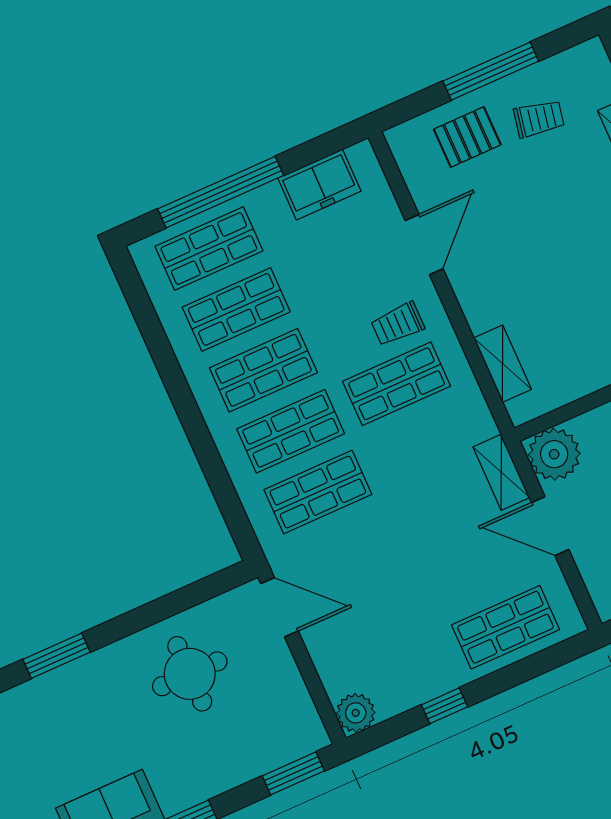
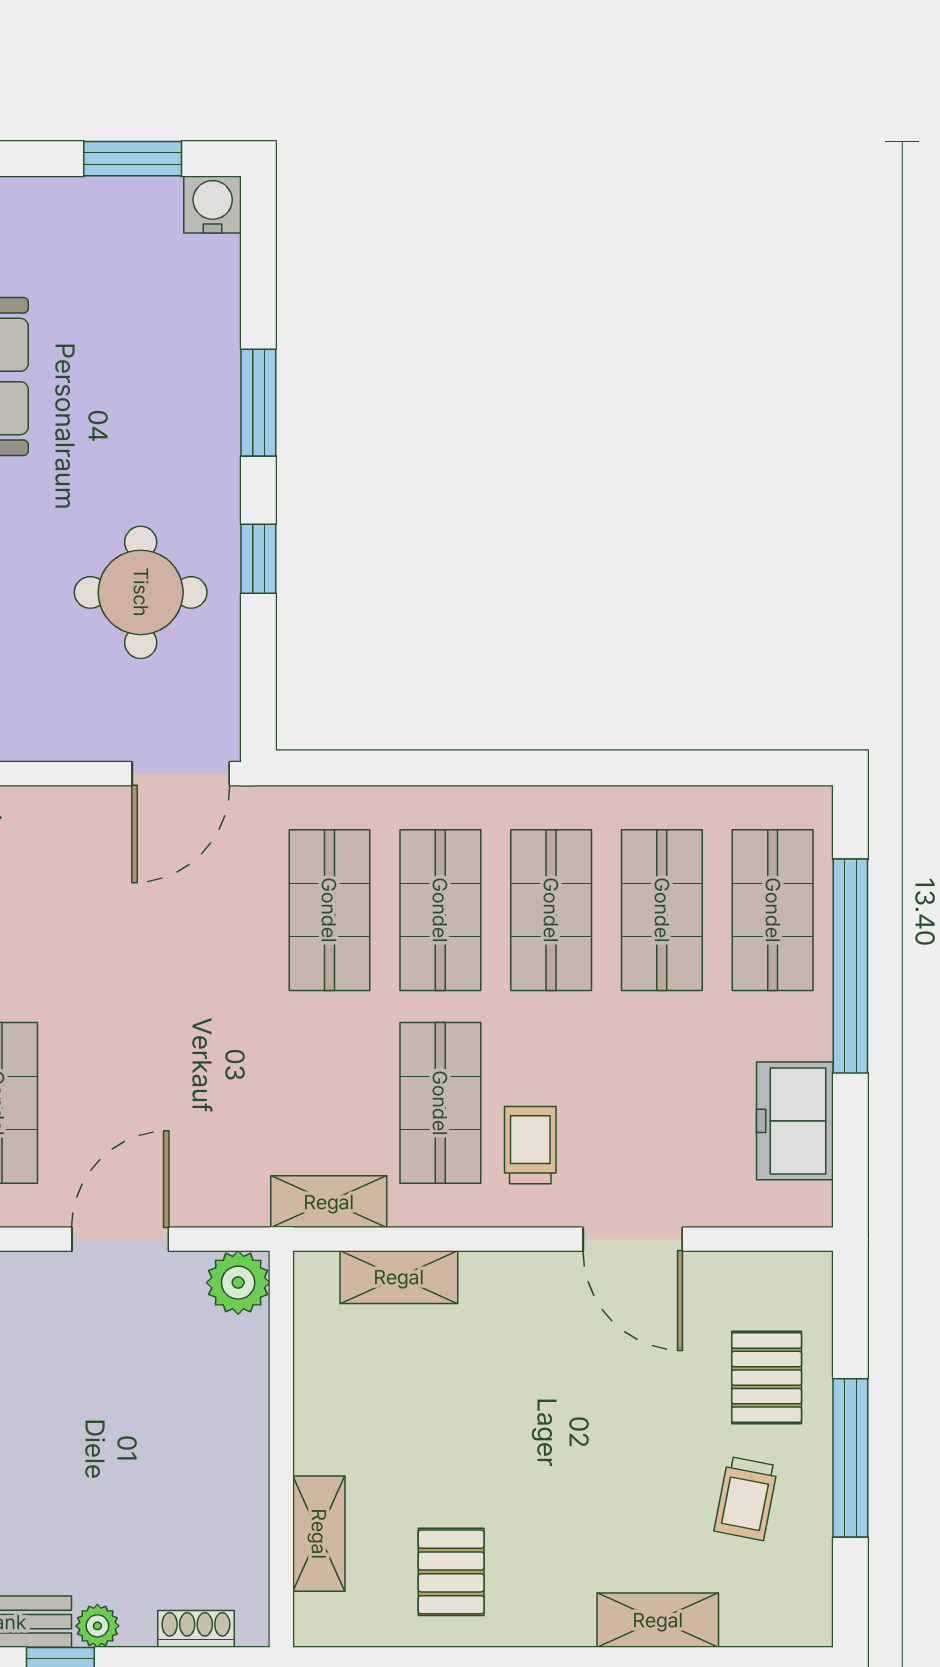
plant: (554, 454) -> (238, 1283), width x0.73, depth x0.73
shelving: (501, 472) -> (329, 1202), moved
window: (142, 617) -> (258, 559), added

